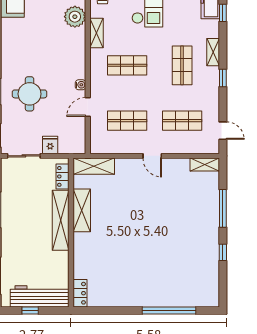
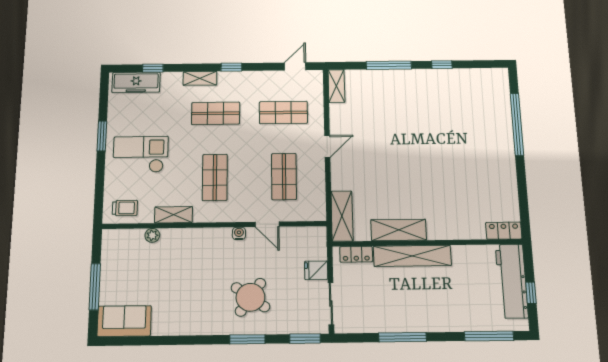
plant: (75, 17) -> (152, 235), width x0.53, depth x0.53
round table: (30, 94) -> (250, 297), turned 35
shop shelf: (182, 121) -> (283, 112), turned 90

